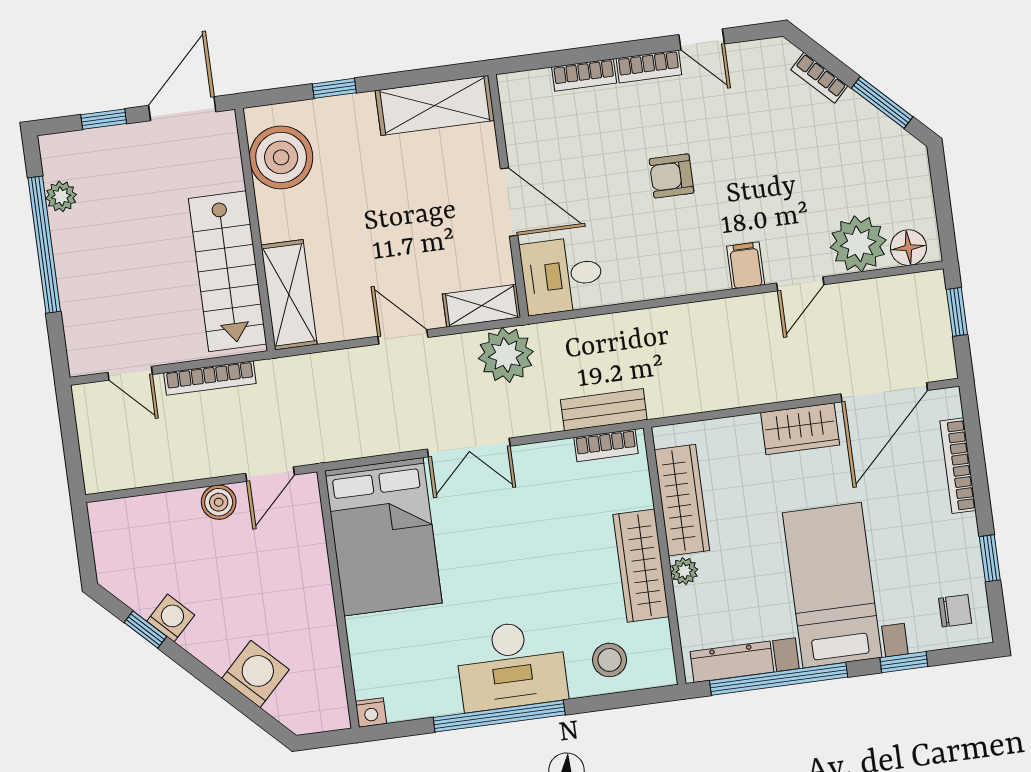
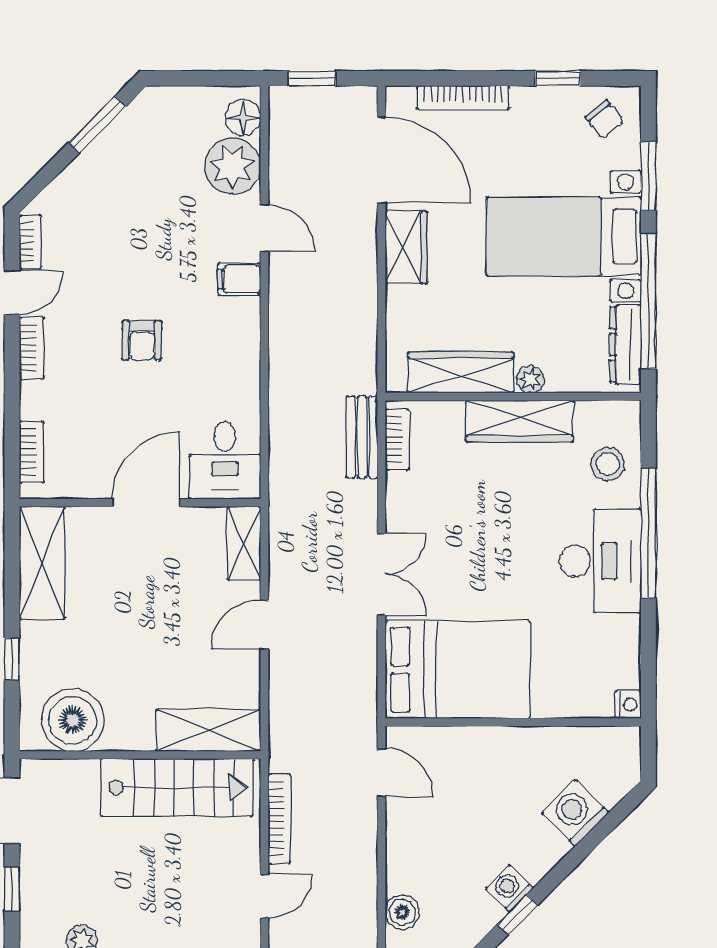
bookcase: (584, 75) -> (32, 452), moved
bookcase: (819, 78) -> (30, 242), moved, turned -45
plant: (506, 355) -> (296, 526), removed
boiler: (219, 502) -> (402, 912), moved
chair: (955, 611) -> (605, 119), turned 141
window: (904, 662) -> (648, 176), width x1.50
window: (499, 716) -> (648, 533), moved

